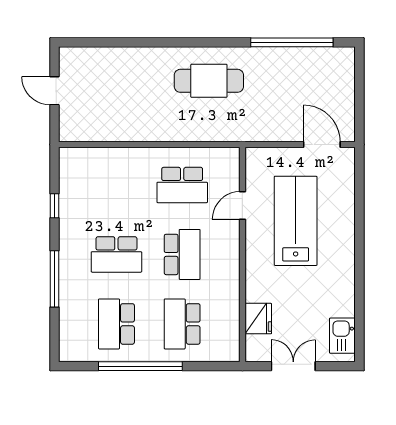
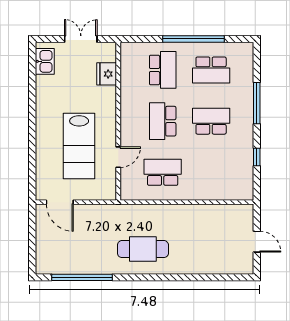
school desk: (116, 324) -> (211, 70), turned 90
double door: (293, 366) -> (81, 39), swing flipped

